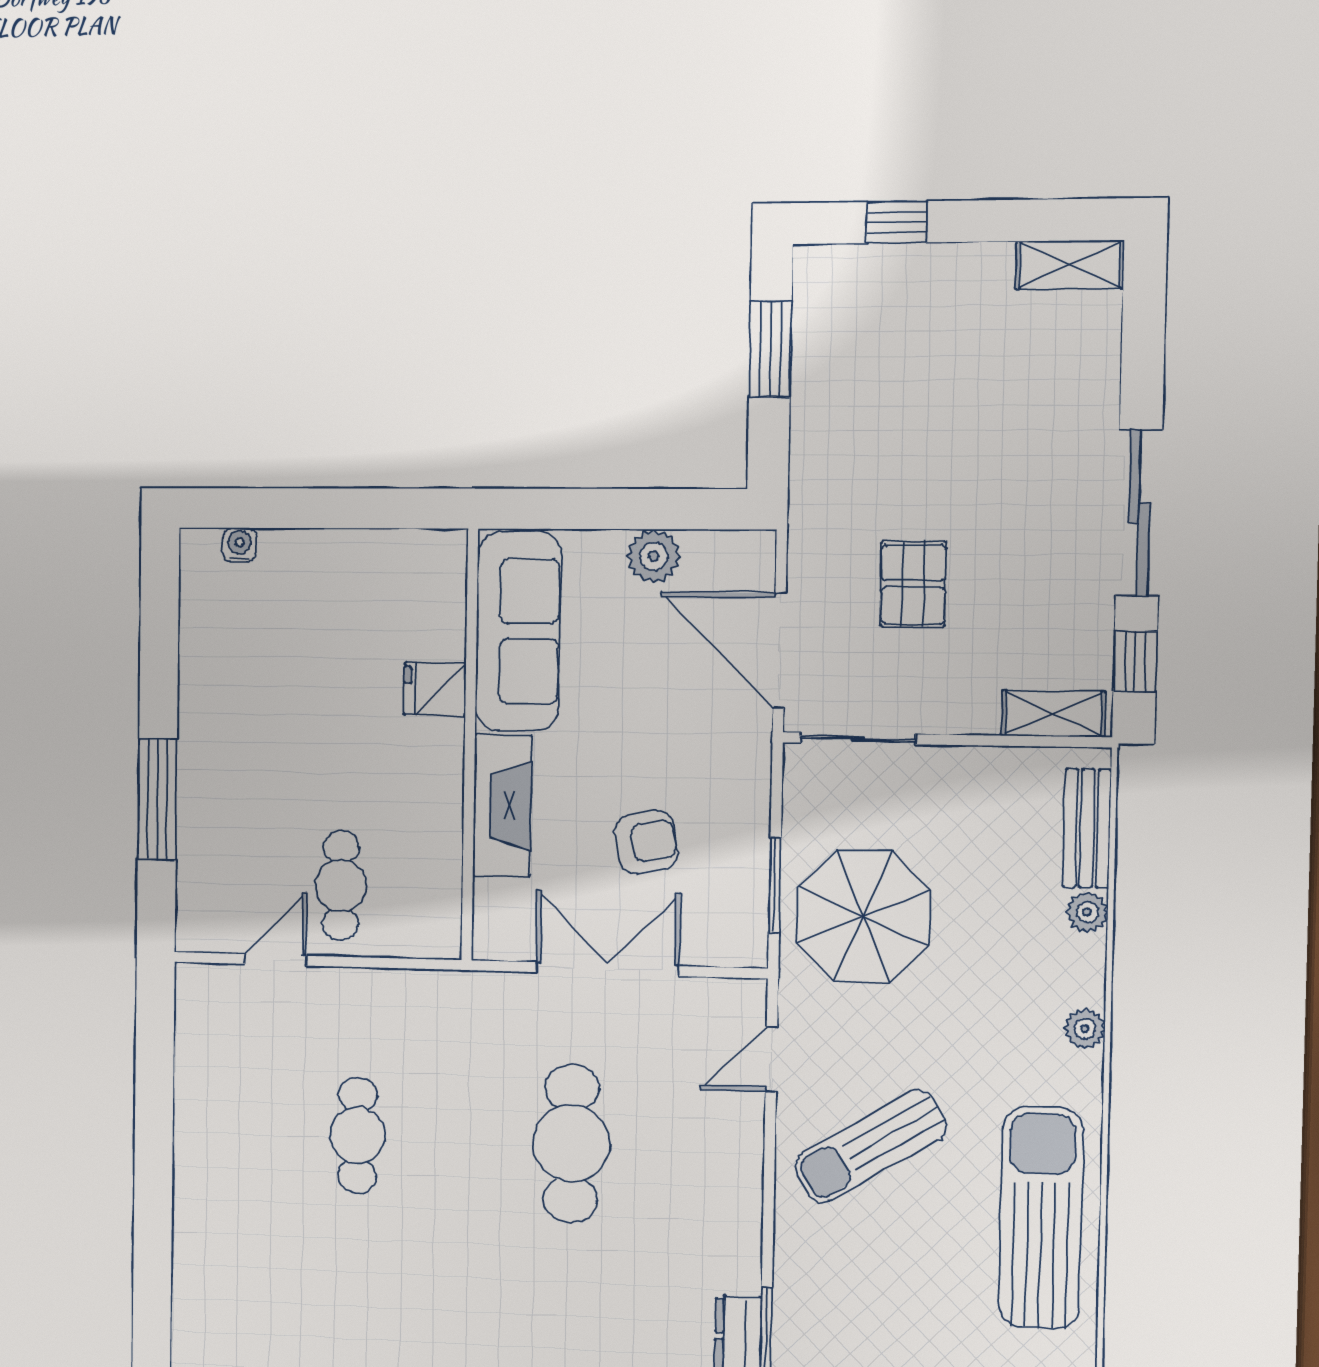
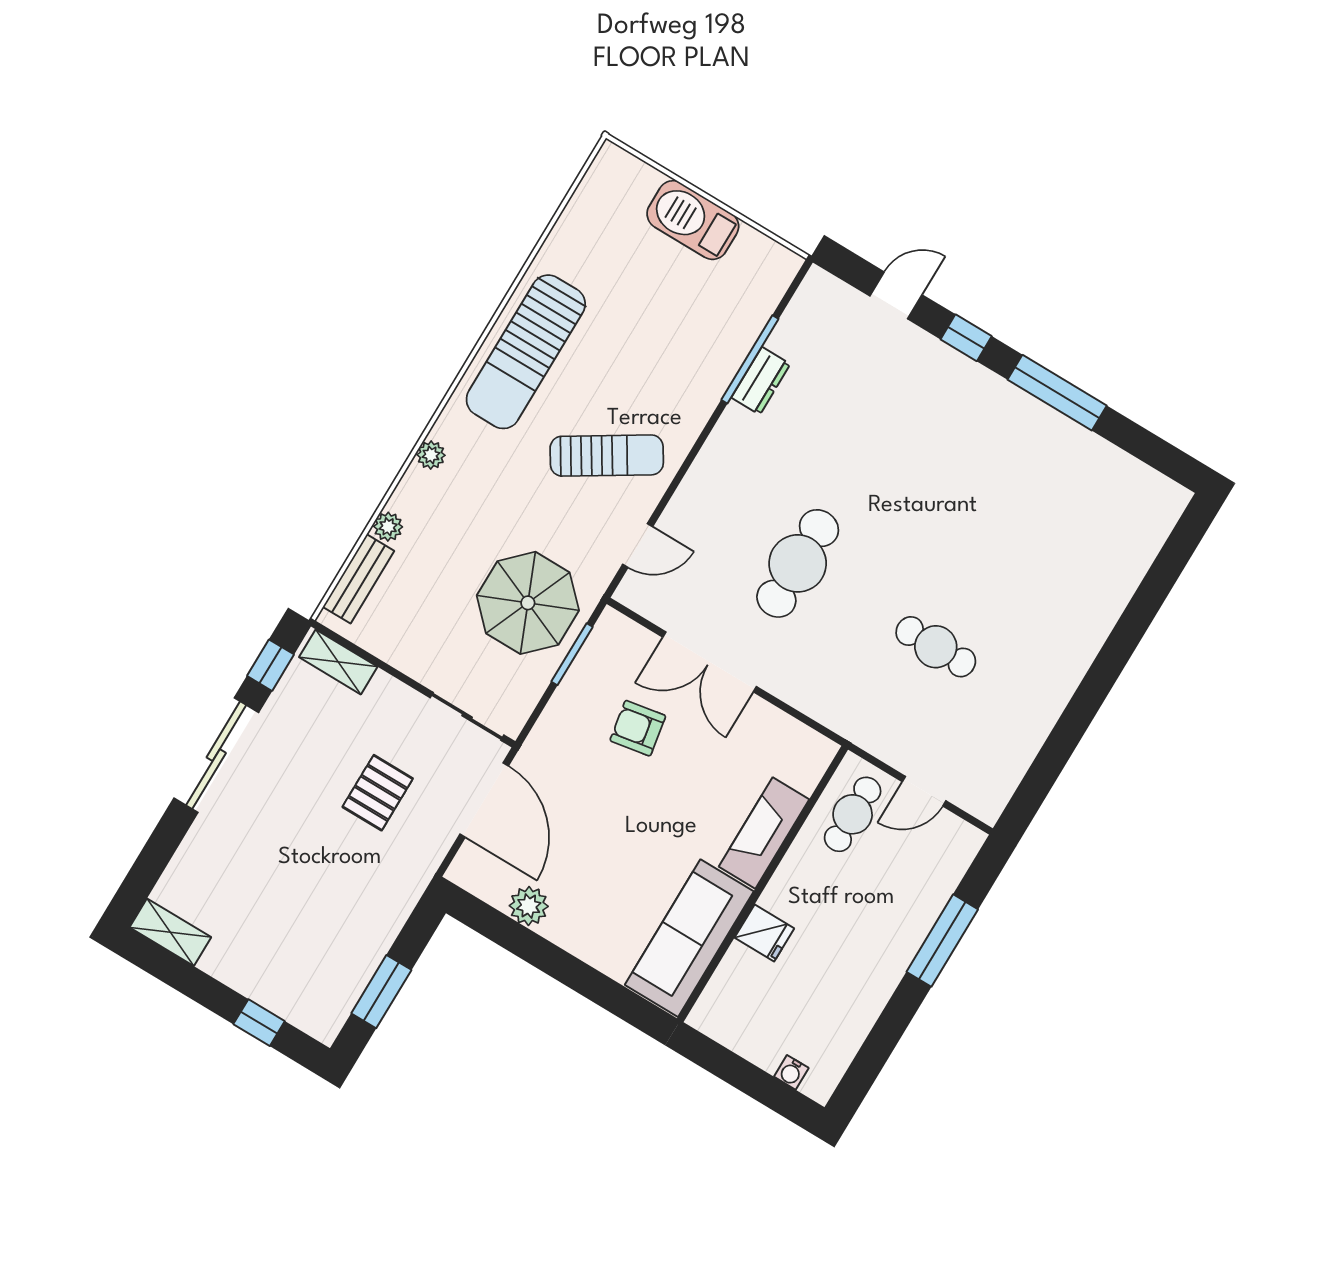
sofa: (518, 631) -> (689, 938), moved
fridge: (435, 689) -> (764, 933), moved
wall: (470, 745) -> (763, 884), moved
fireplace: (502, 806) -> (764, 833), moved
cafe table: (357, 1135) -> (936, 647), turned 90

